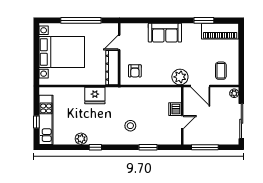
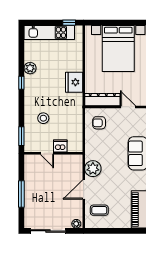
dishwasher: (175, 109) -> (60, 146), moved
wall: (182, 116) -> (53, 153), moved
window: (36, 122) -> (69, 23), moved
door: (182, 122) -> (47, 153), moved

